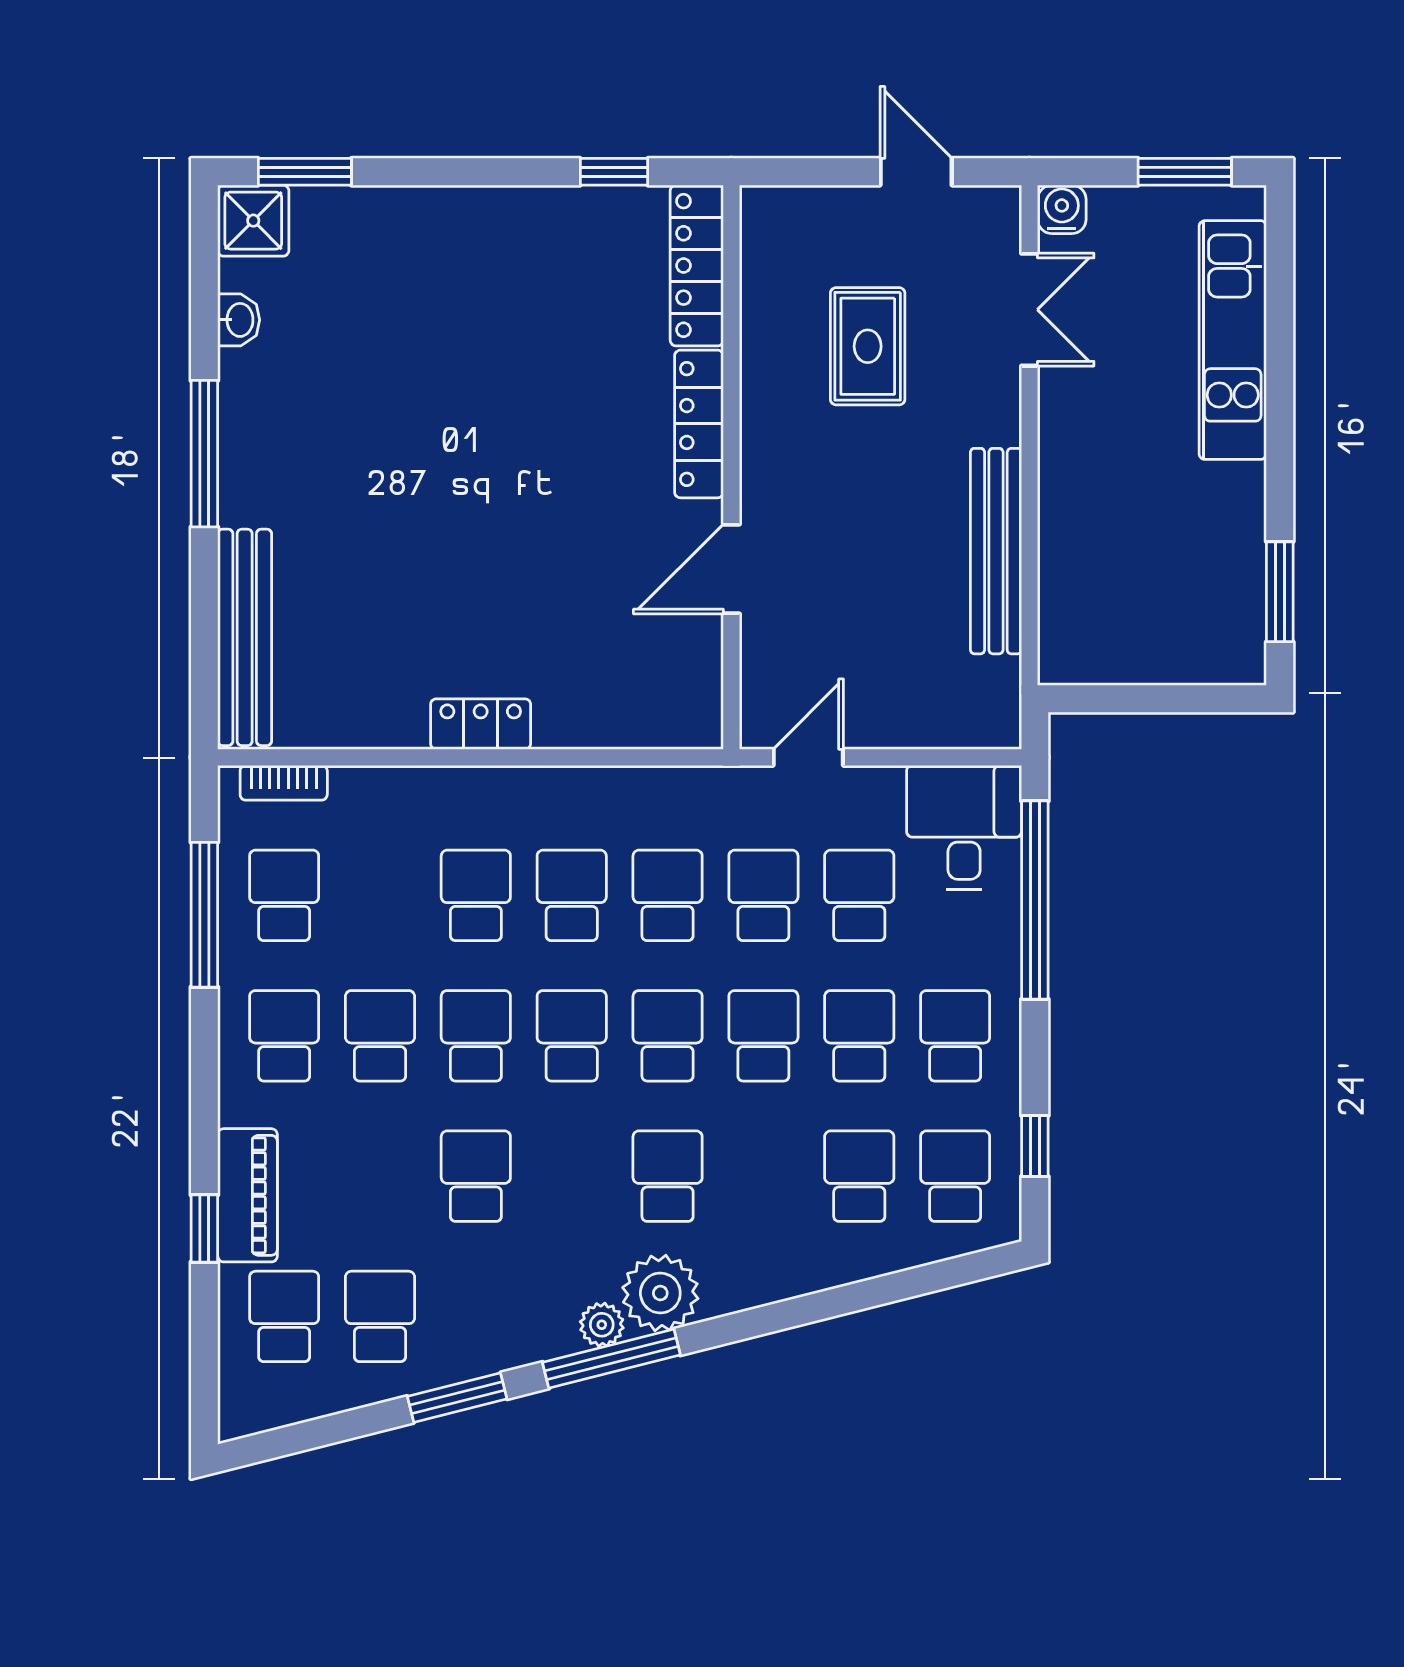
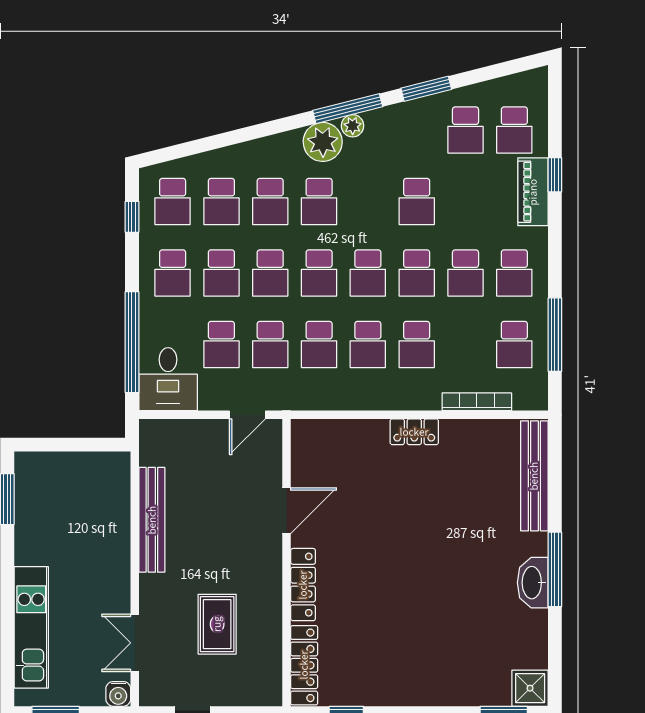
washbasin: (239, 320) -> (533, 583), moved, width x1.91, depth x1.45
bookcase: (284, 783) -> (477, 402), moved, width x1.56
school desk: (763, 1176) -> (270, 201), added

